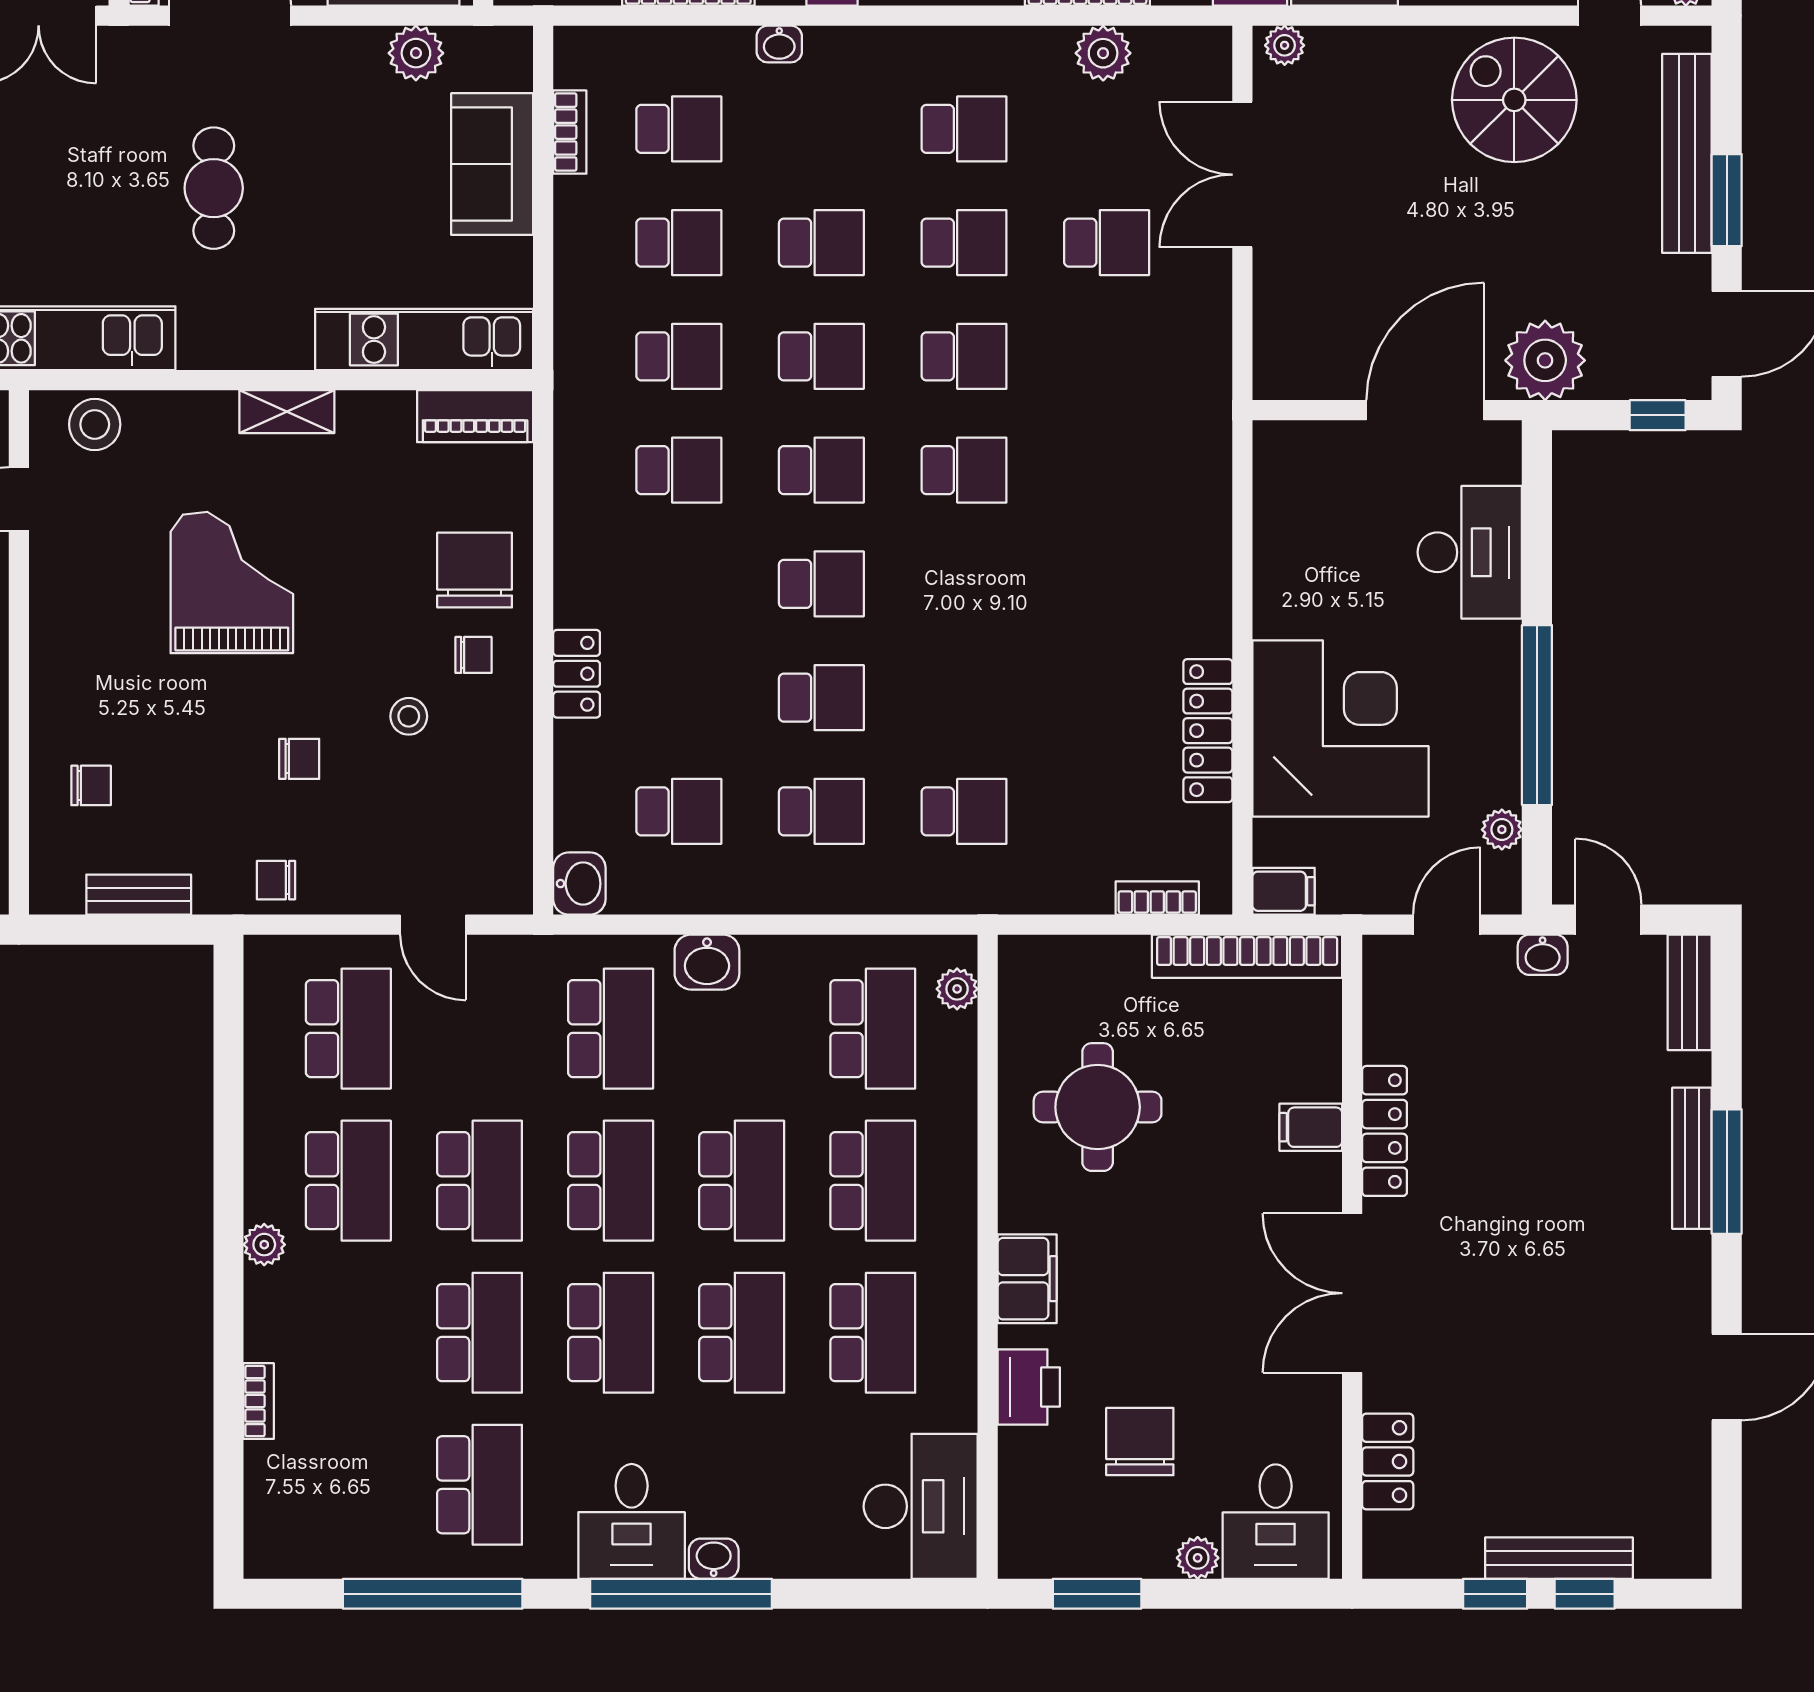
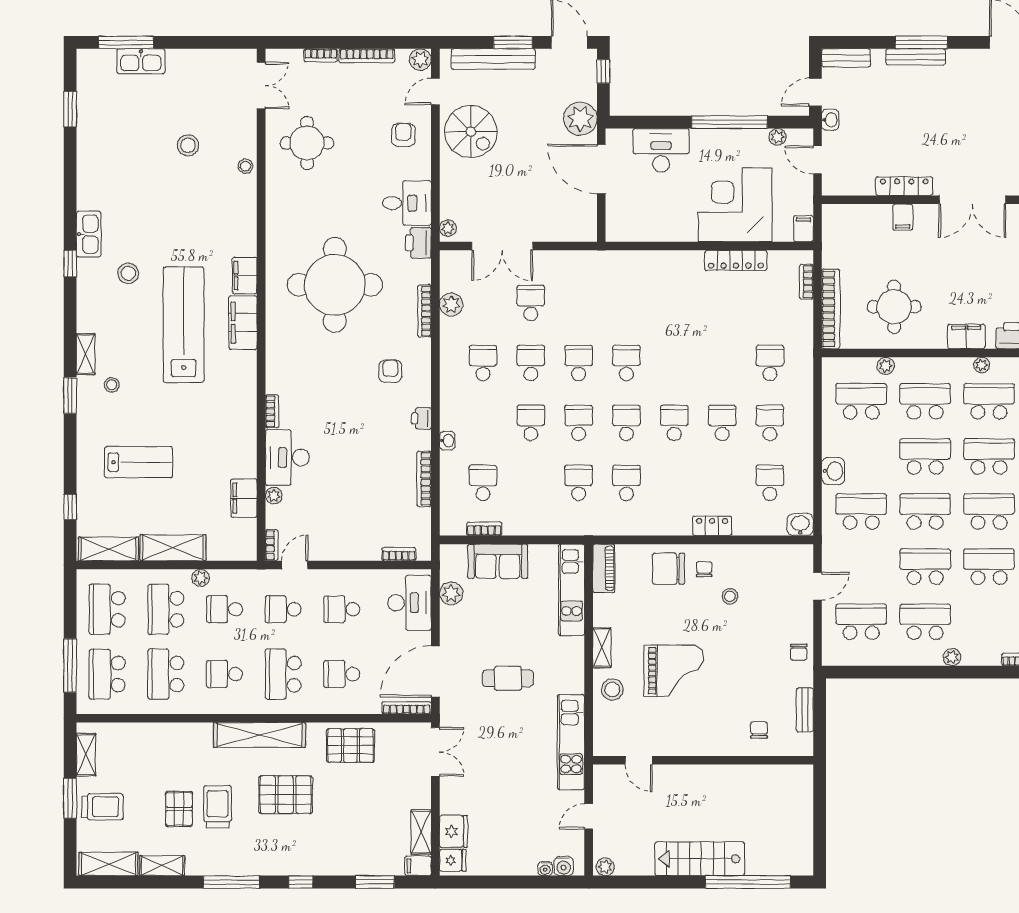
spiral stairs: (1514, 100) -> (471, 132), turned -90
school desk: (679, 243) -> (531, 483), removed
stool: (95, 424) -> (612, 689), moved
grand piano: (232, 582) -> (674, 671), turned 180
chair: (299, 759) -> (748, 642), removed
bookcase: (1247, 956) -> (831, 309), moved
plant: (957, 989) -> (886, 366), moved
plant: (959, 1315) -> (982, 365), added

